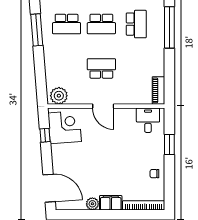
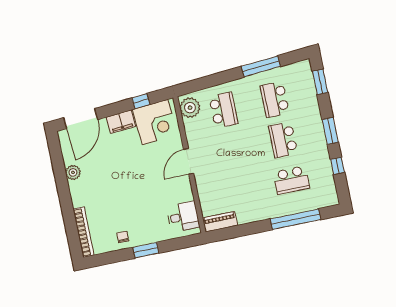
school desk: (101, 68) -> (223, 110), moved
window: (169, 145) -> (146, 250), moved
filing cabinet: (111, 203) -> (121, 122), moved, turned 86

